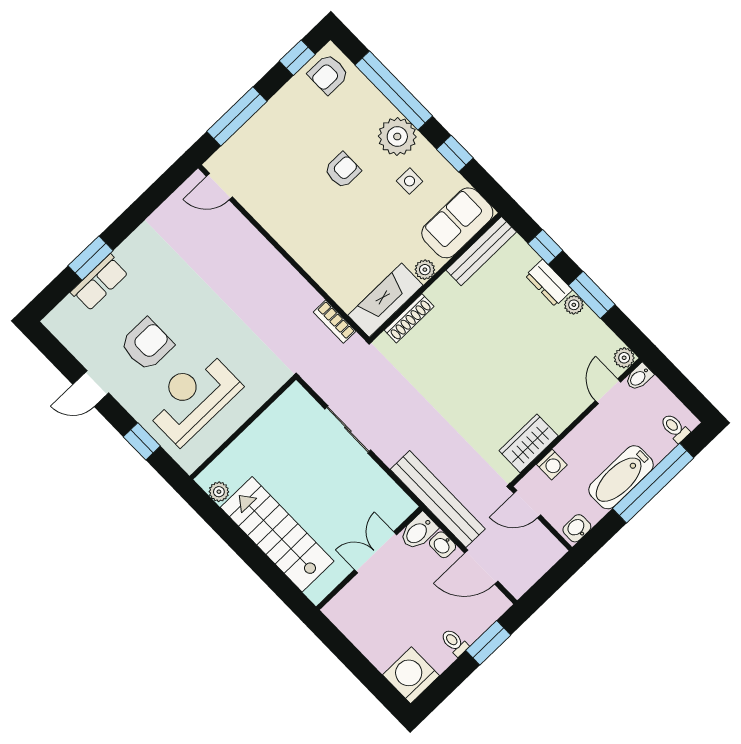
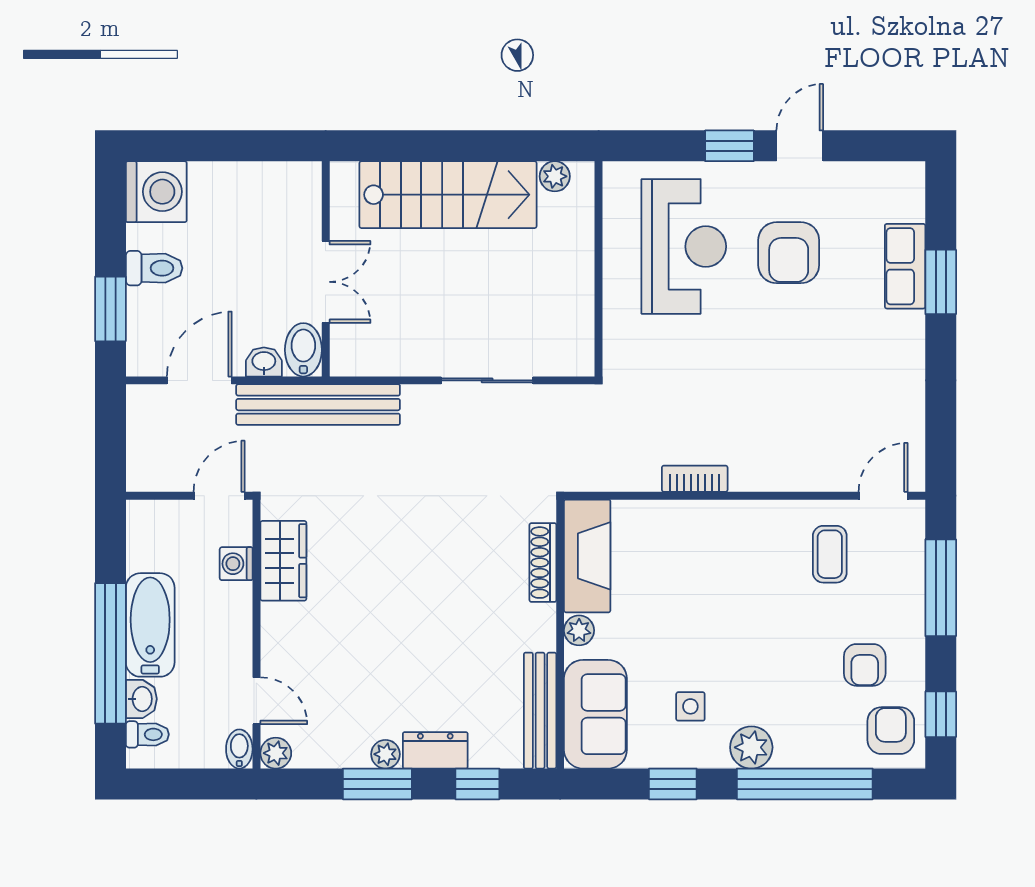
plant: (397, 136) -> (751, 747), width x0.73, depth x0.73
armchair: (343, 170) -> (865, 665), moved
coffee table: (272, 185) -> (830, 554), added
bookcase: (335, 322) -> (695, 479), moved
window: (142, 441) -> (729, 146), moved
washbasin: (577, 528) -> (141, 699), moved
toilet: (454, 642) -> (154, 268), width x1.37, depth x1.39

